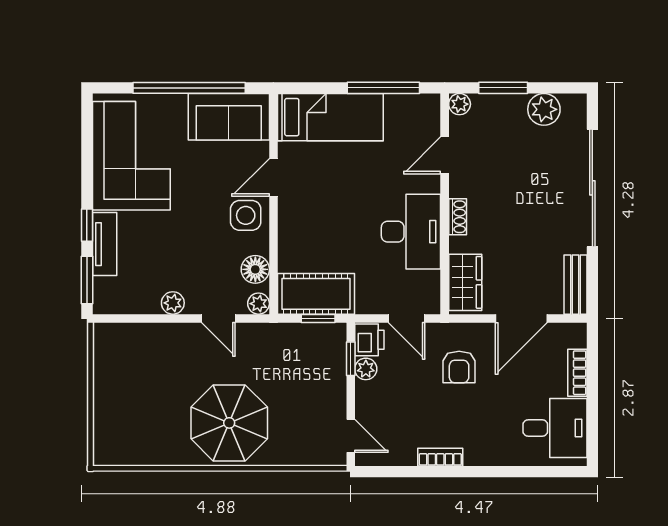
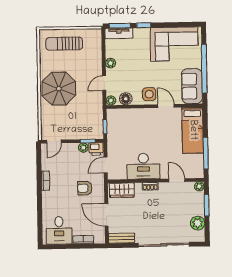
tv unit: (105, 244) -> (119, 33), moved
cot: (316, 294) -> (116, 125), removed
sun lounger: (126, 409) -> (64, 44), added

